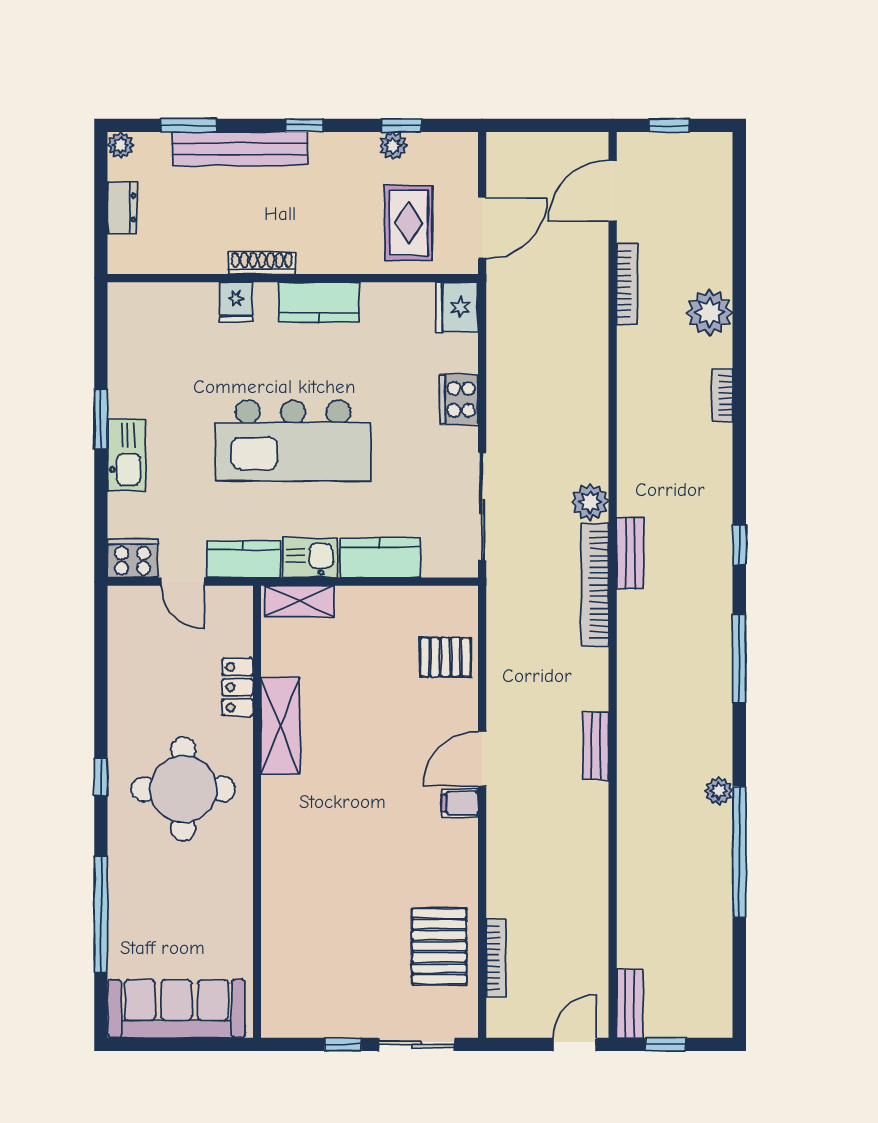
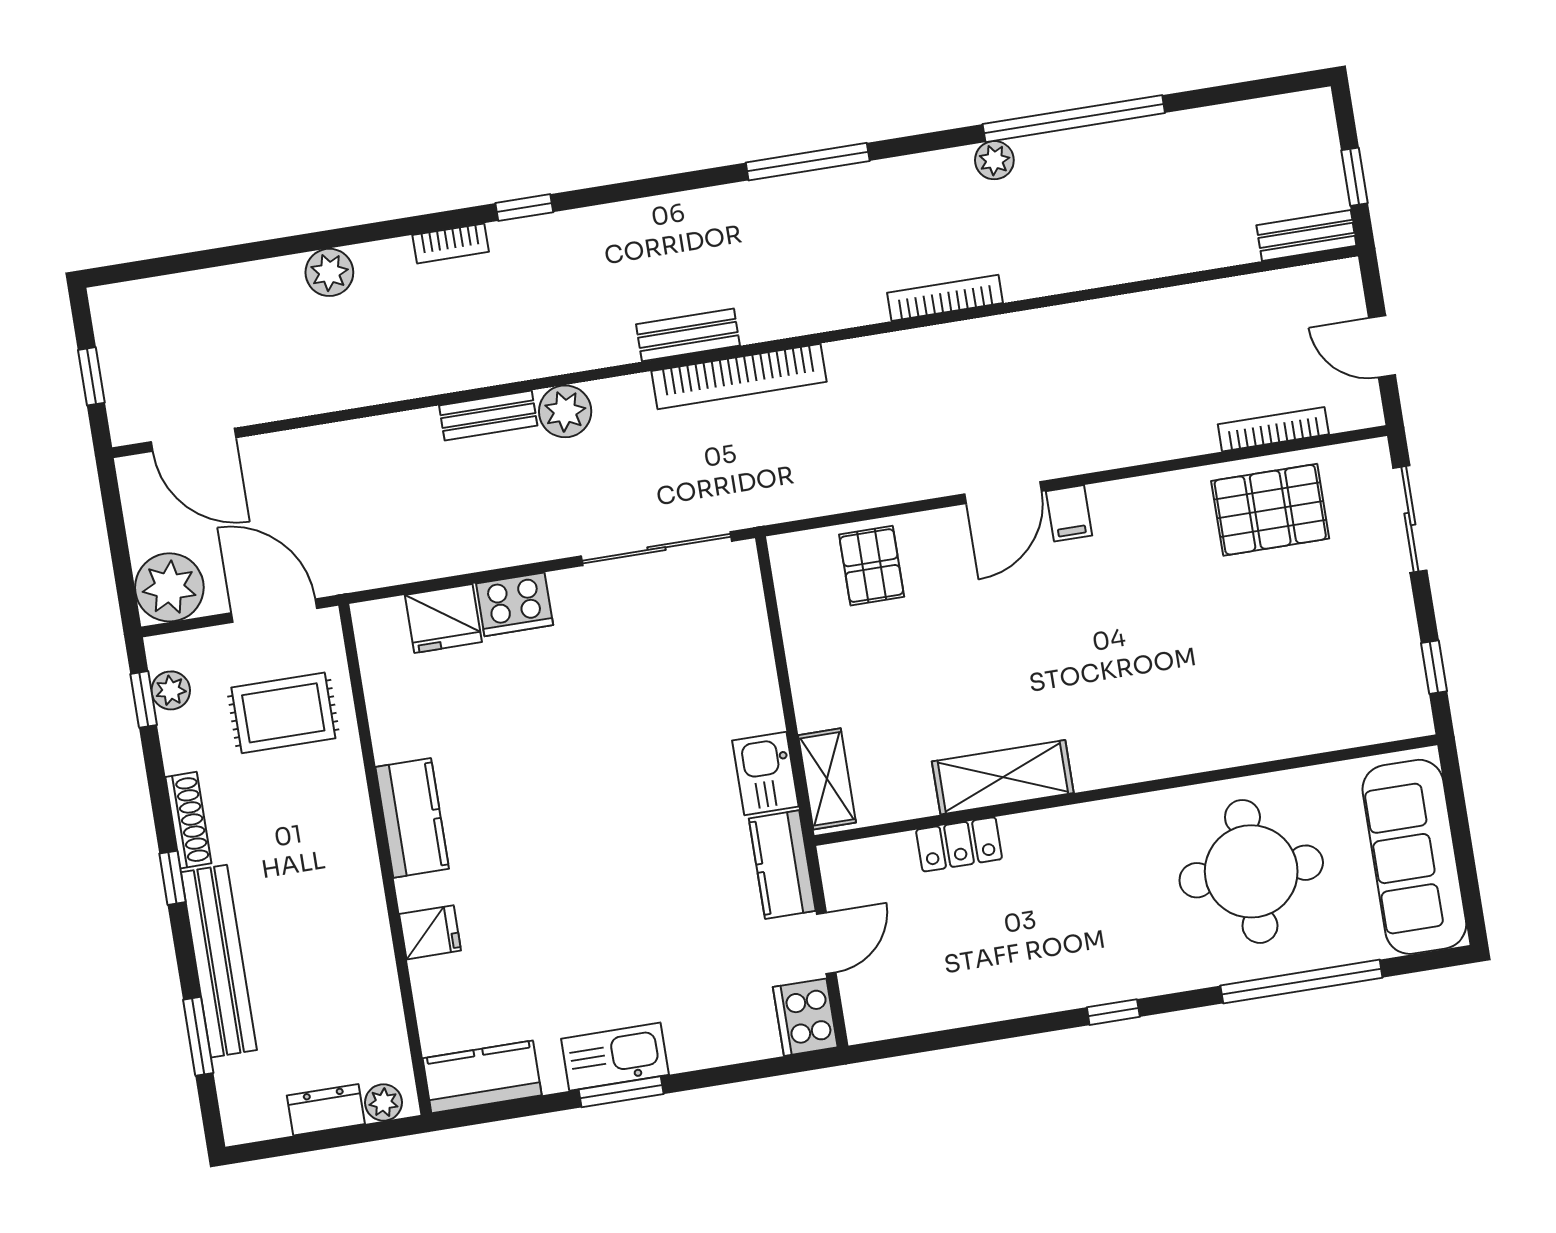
window: (401, 125) -> (144, 699), moved
plant: (121, 145) -> (384, 1102), moved
plant: (393, 146) -> (171, 690), moved
plant: (511, 157) -> (169, 587), added
shoe rack: (262, 263) -> (188, 820), moved, turned 180
bookcase: (627, 284) -> (945, 298), moved
fridge: (457, 307) -> (443, 619), moved
plant: (709, 312) -> (329, 272), width x0.73, depth x0.73
kitchen island: (293, 441) -> (608, 823), removed
kitchen sink: (127, 455) -> (615, 1057), moved
plant: (590, 502) -> (565, 411), moved
window: (739, 545) -> (524, 208), moved
kitchen counter: (380, 558) -> (482, 1077), moved, turned 90
bench: (596, 746) -> (488, 416), moved
door: (482, 759) -> (1003, 493), hinge flipped
round table: (183, 789) -> (1251, 871), moved
window: (343, 1044) -> (1434, 667), moved
door: (575, 1044) -> (1382, 346), moved

